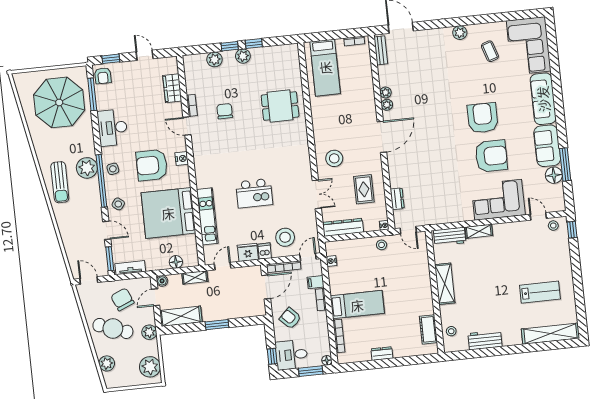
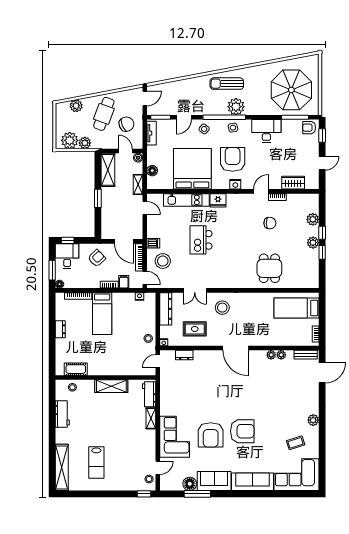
plant: (387, 105) -> (281, 355), moved
fridge: (248, 252) -> (218, 200), moved, turned 90
plant: (149, 332) -> (85, 143), moved

